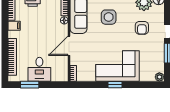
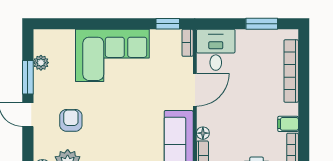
side table: (109, 17) -> (127, 139), removed
desk: (39, 69) -> (216, 50), moved
plant: (159, 77) -> (41, 63), moved
window: (115, 85) -> (168, 24), moved

